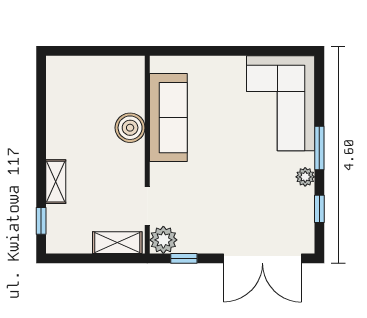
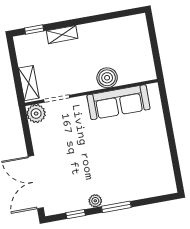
corner sofa: (281, 103) -> (142, 176), removed
window: (184, 258) -> (26, 129), removed

